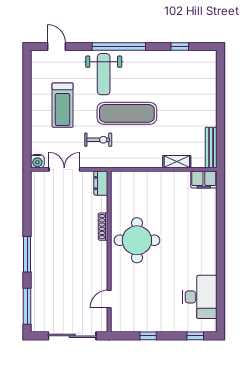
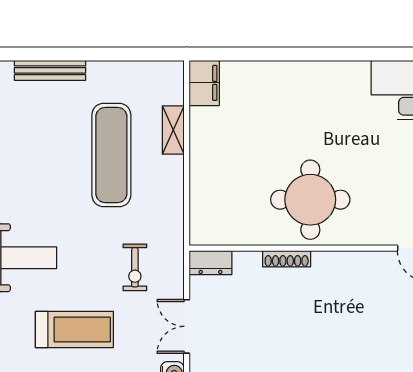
exercise mat: (127, 113) -> (111, 155), moved
exercise bike: (98, 140) -> (135, 267), turned 180
bench: (211, 148) -> (50, 70), moved

